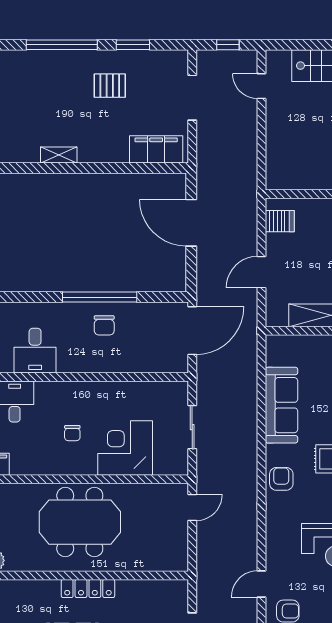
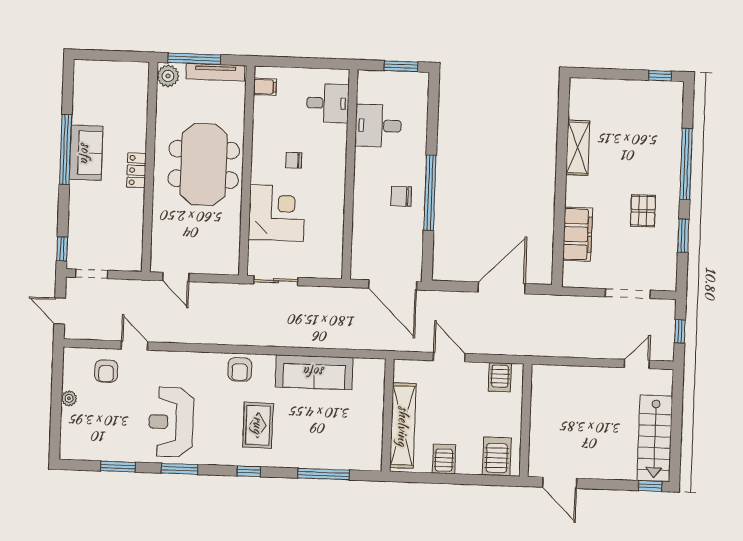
filing cabinet: (156, 149) -> (578, 234), moved
shelving: (59, 155) -> (578, 148), width x1.50, depth x1.33
sliding door: (192, 427) -> (276, 281), moved
armchair: (281, 479) -> (240, 369), turned 90
door: (192, 507) -> (176, 277), moved
locker: (88, 588) -> (136, 170), width x0.66

